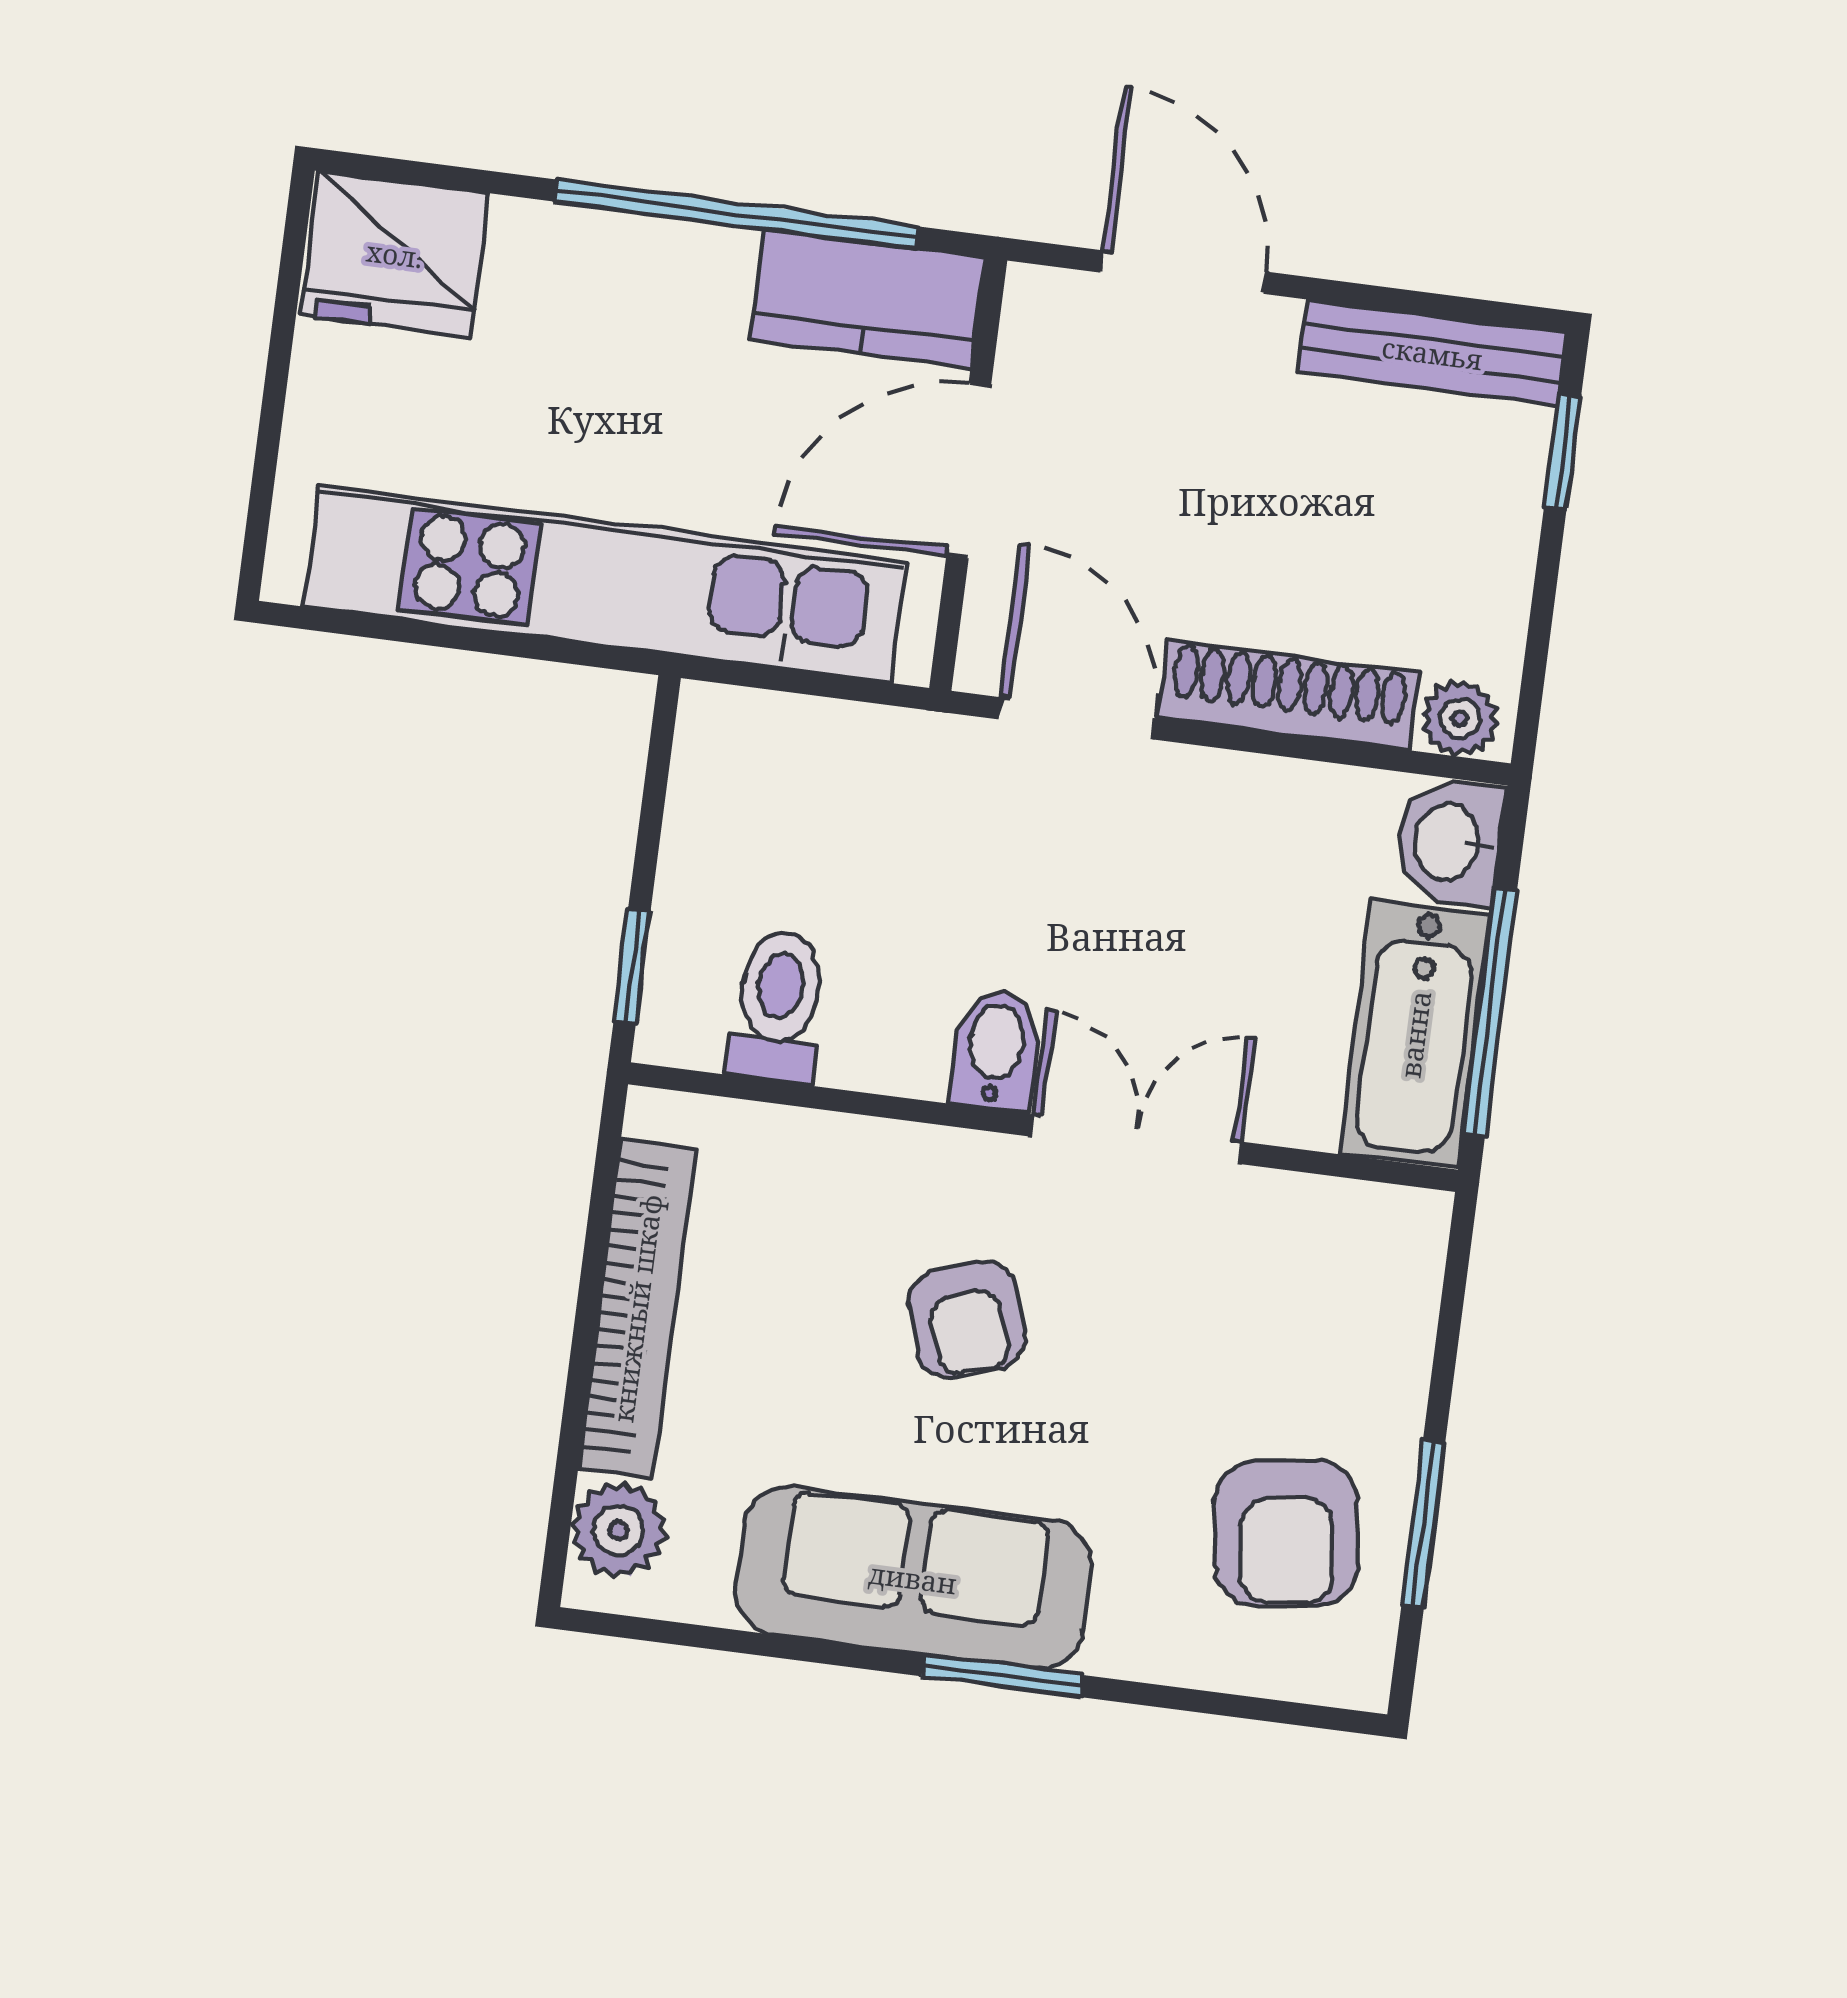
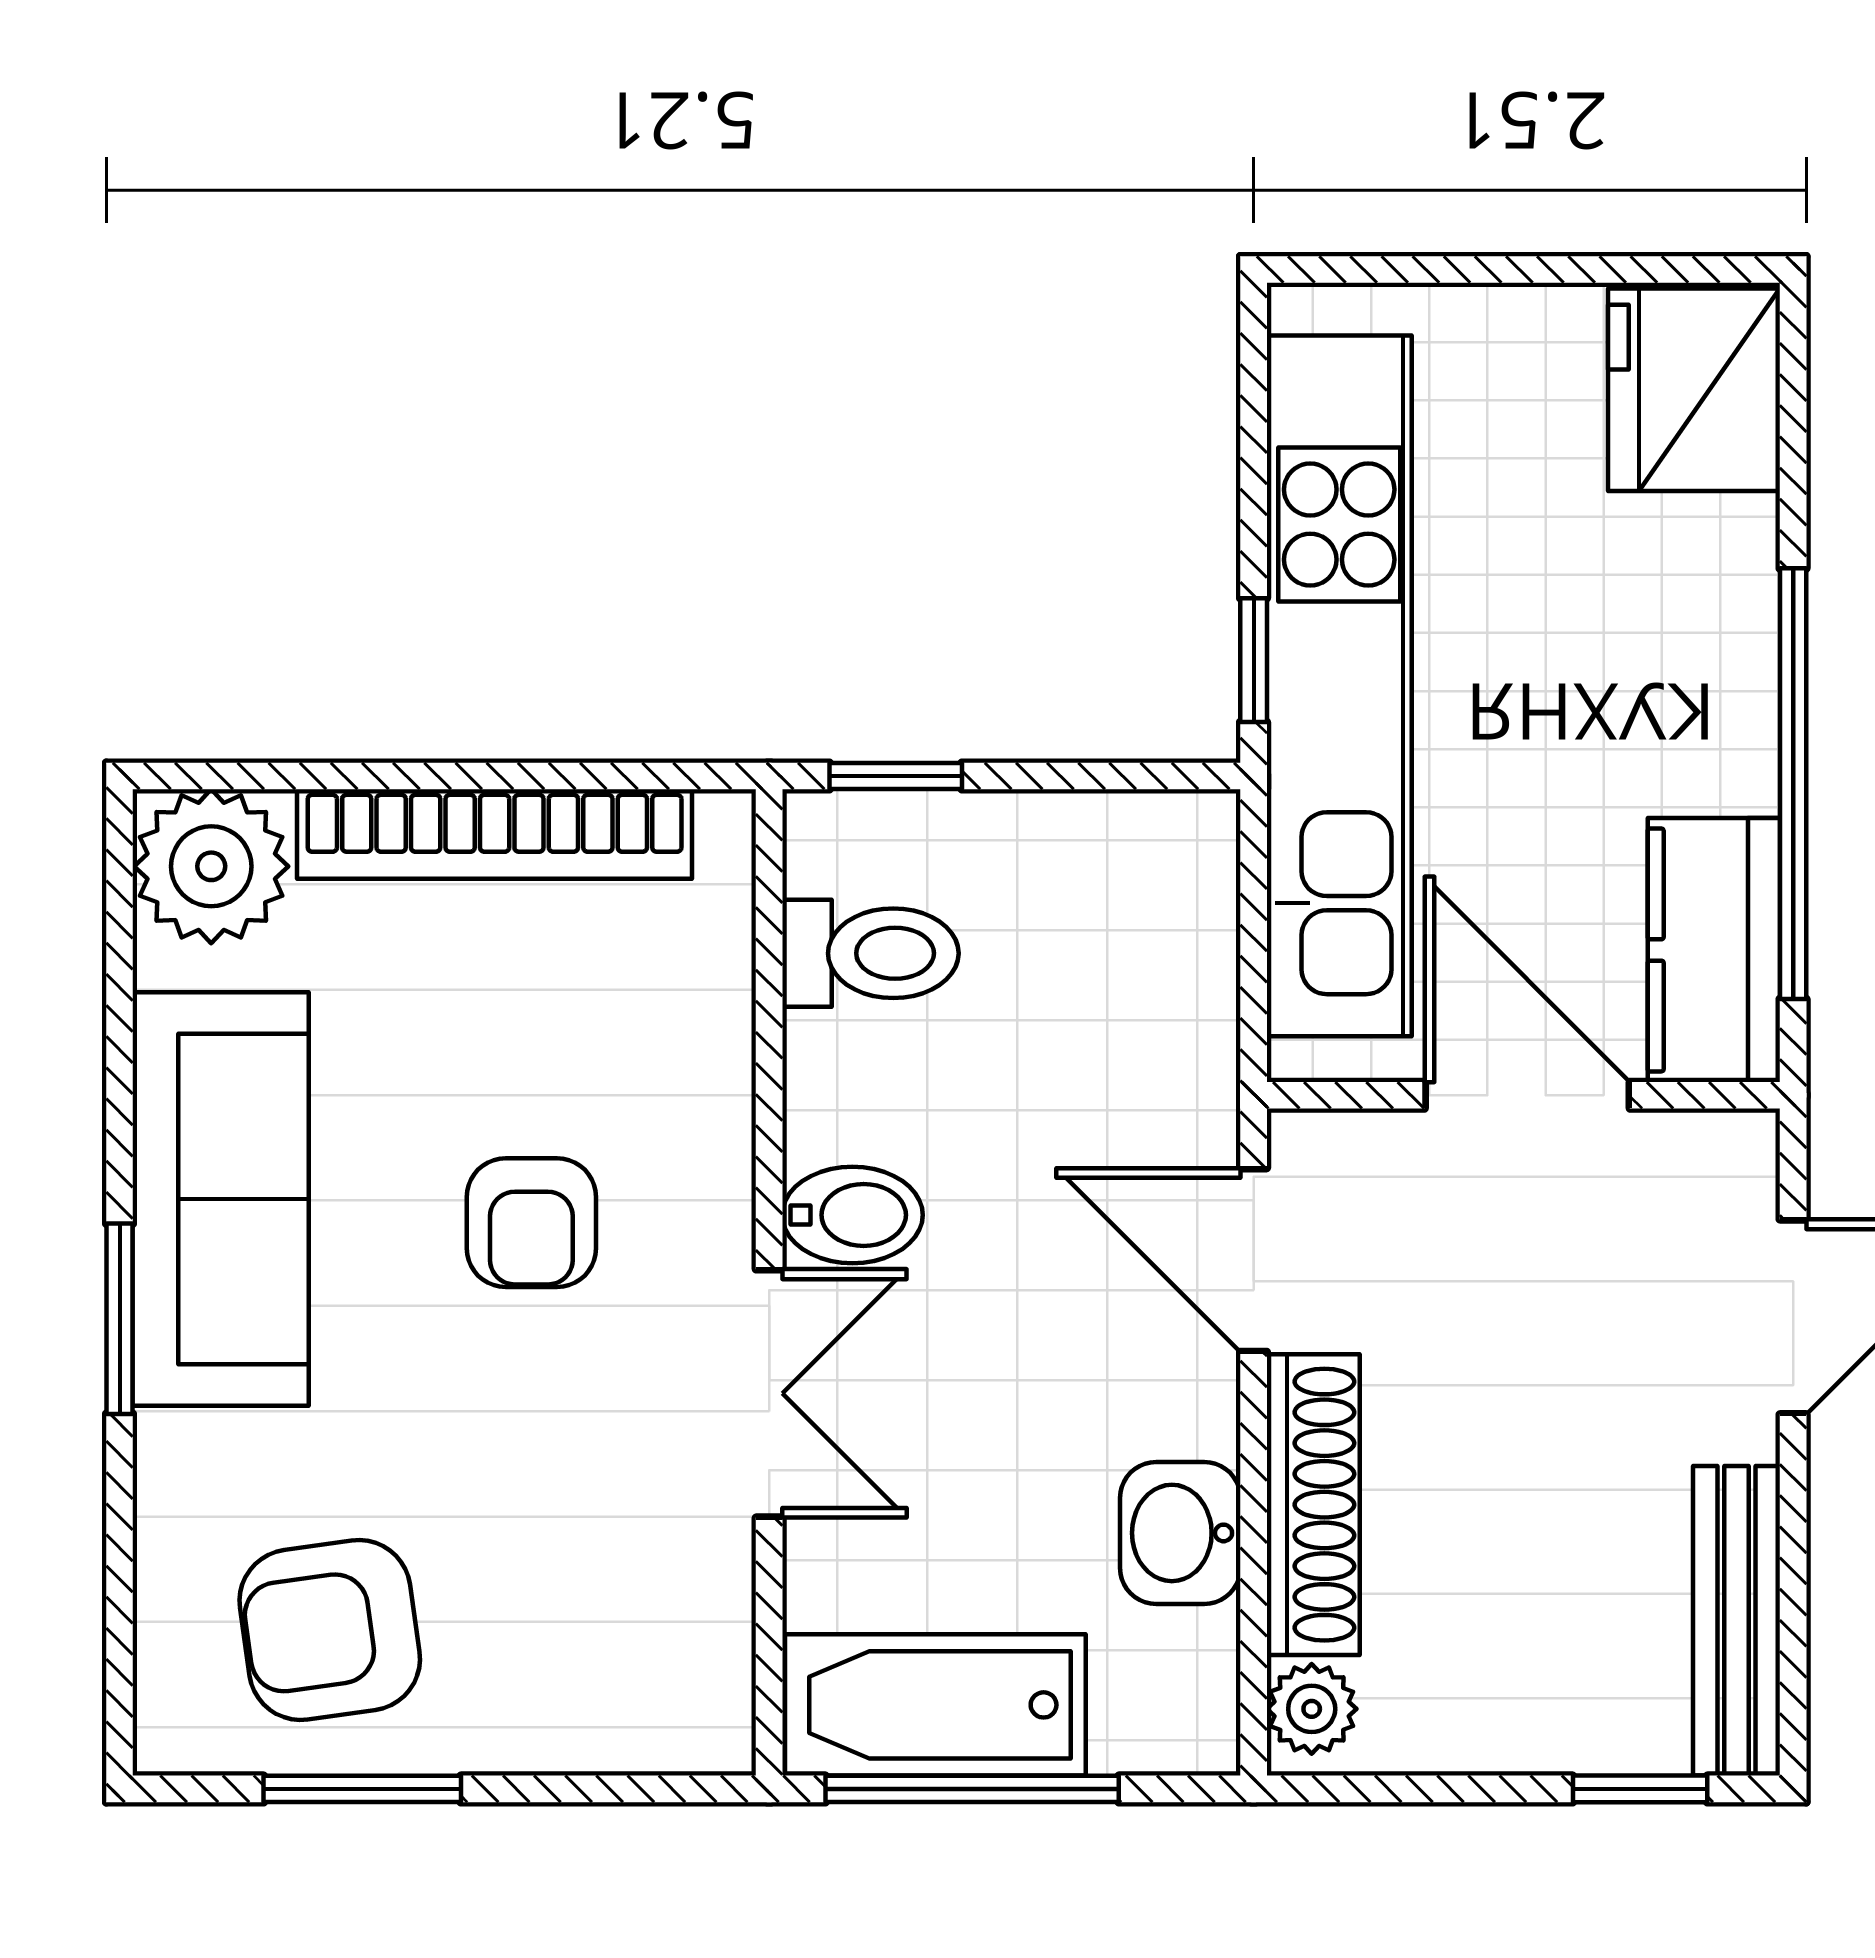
window: (574, 653) -> (1254, 660), added
door: (1077, 718) -> (1254, 1260), swing flipped
washbasin: (1449, 842) -> (1180, 1533), moved, turned -90
armchair: (967, 1320) -> (531, 1223), turned -71
plant: (618, 1530) -> (211, 866), width x1.36, depth x1.36

